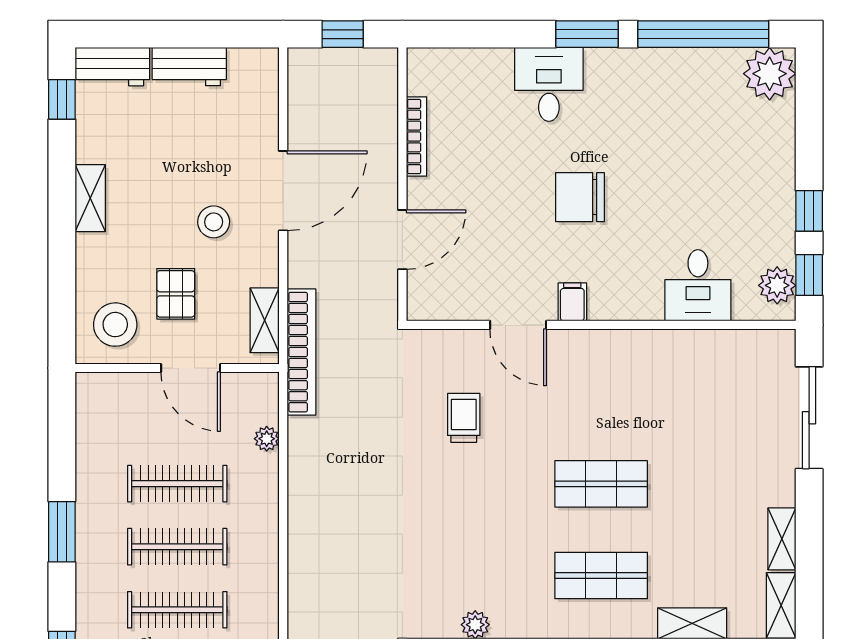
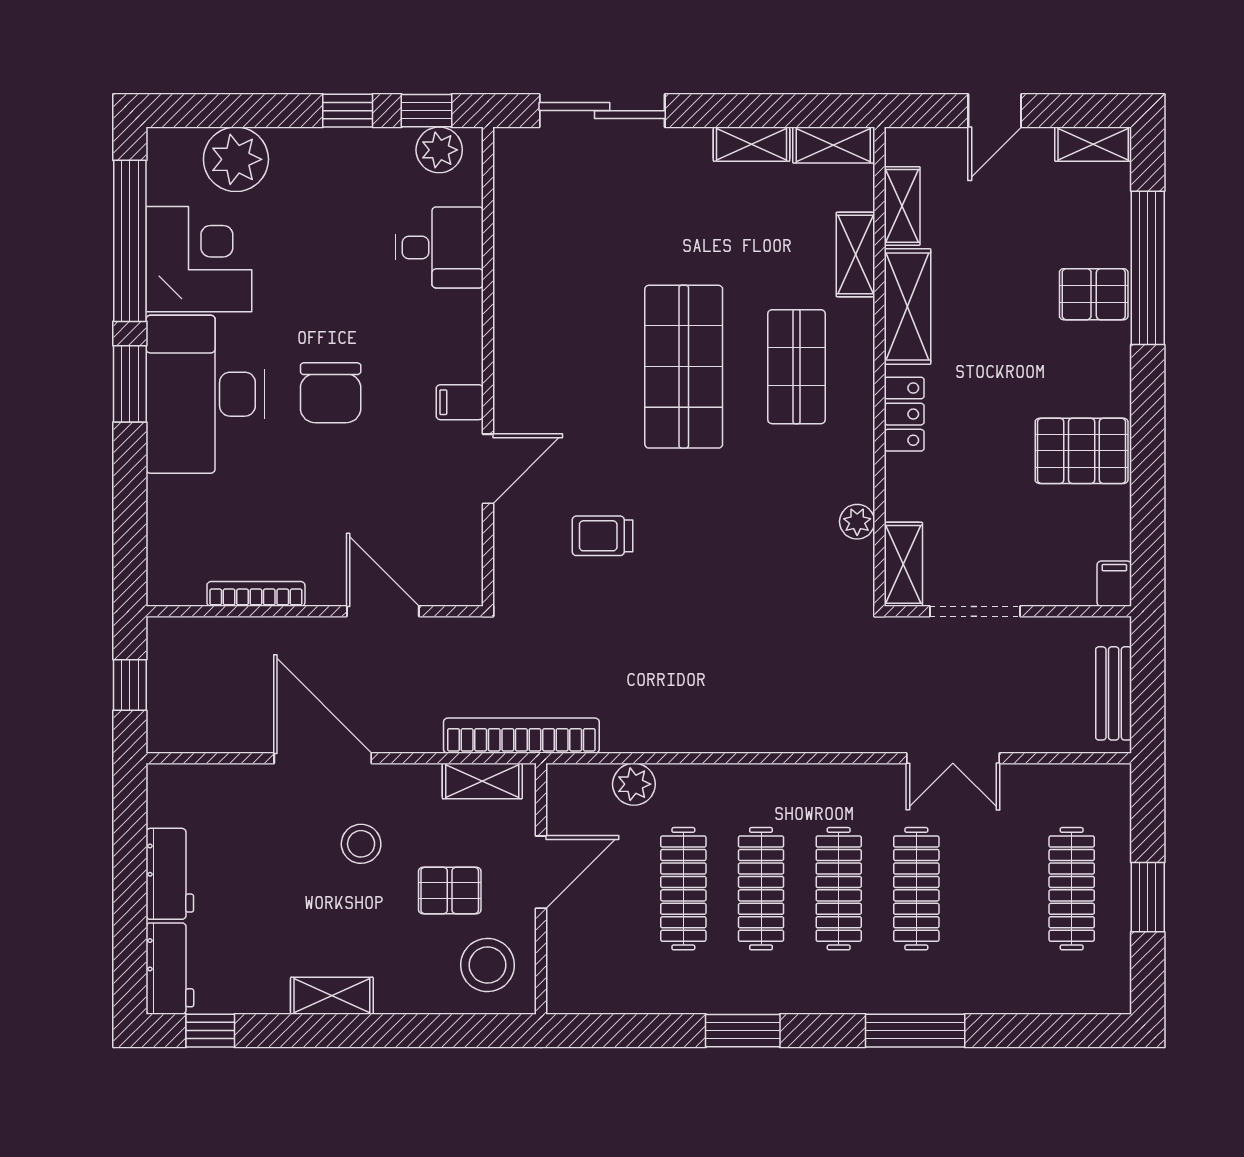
plant: (770, 74) -> (236, 159), moved
desk: (549, 84) -> (205, 394), width x1.87, depth x1.30
corner desk: (688, 90) -> (199, 259), added
plant: (267, 439) -> (634, 784), width x1.38, depth x1.38
shop shelf: (601, 484) -> (684, 367), width x1.43, depth x1.36

